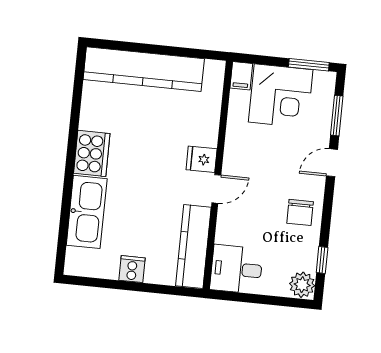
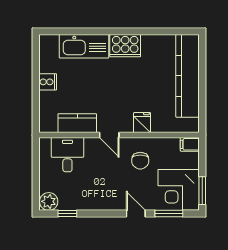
corner desk: (281, 96) -> (179, 190), moved
fridge: (202, 159) -> (142, 123), moved
chair: (300, 212) -> (140, 161), moved, turned -90
kitchen counter: (193, 246) -> (77, 123), width x0.67
desk: (236, 269) -> (67, 155), moved

